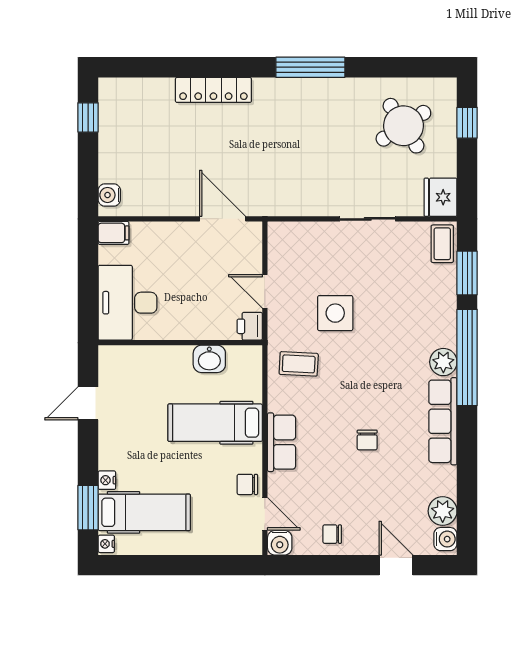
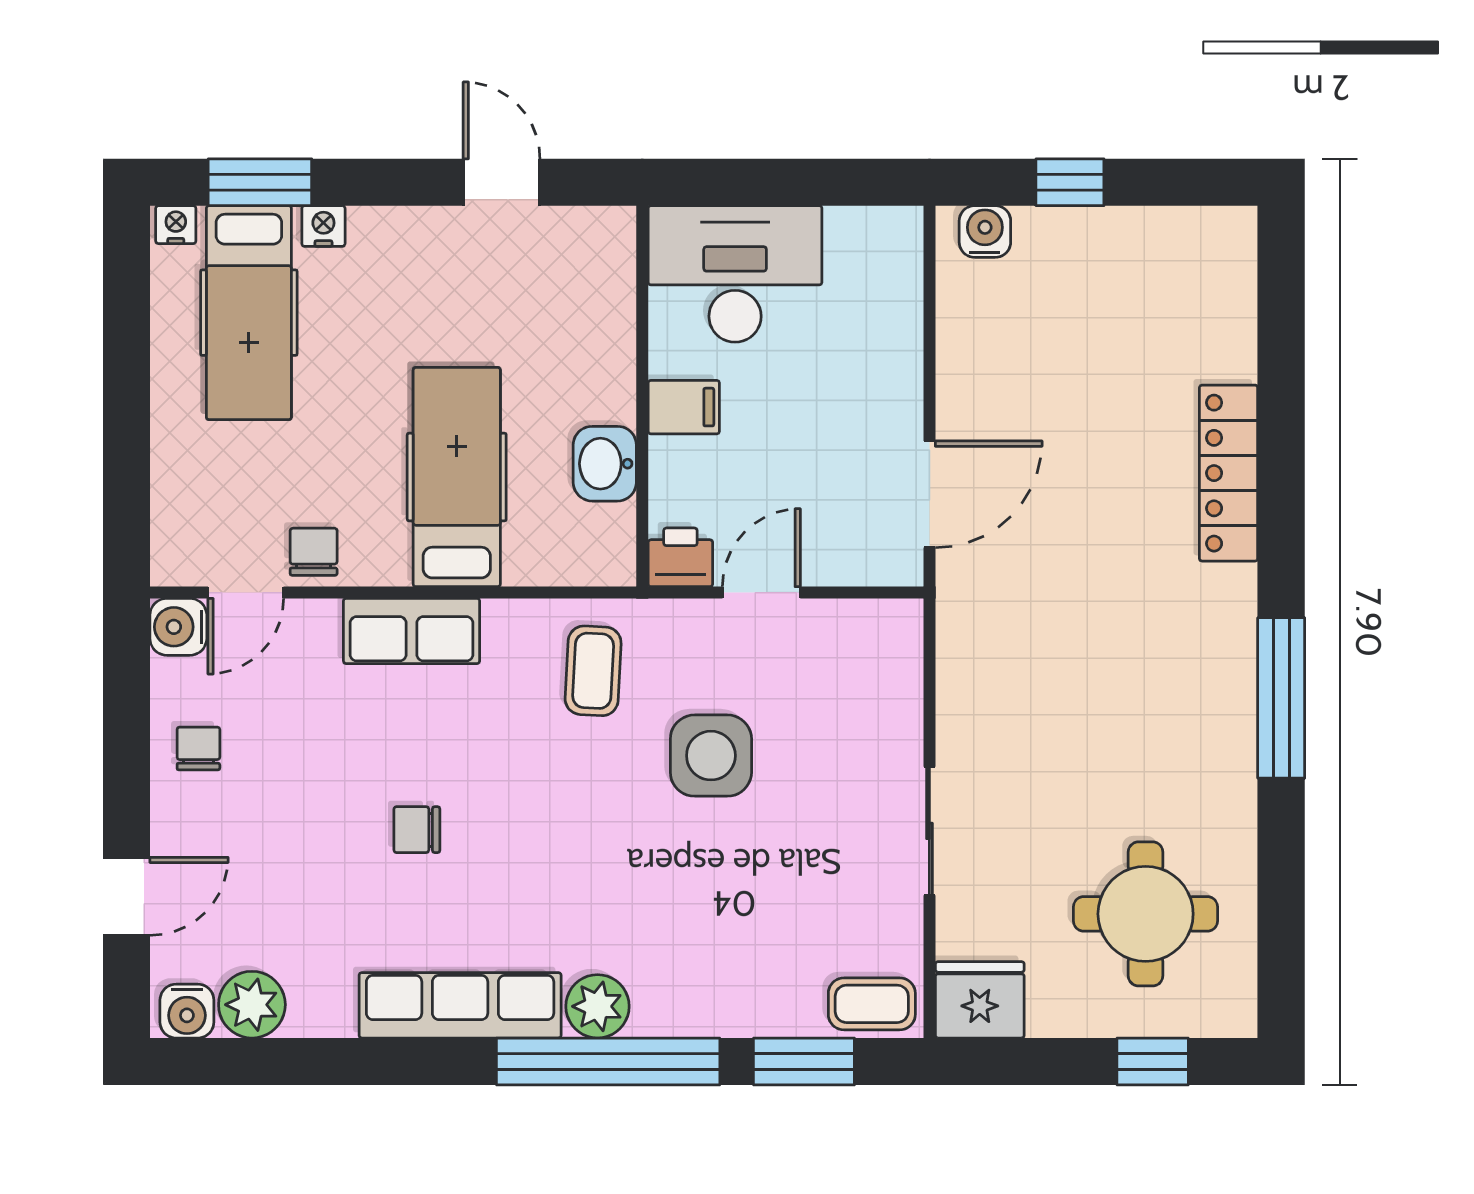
window: (88, 117) -> (1070, 182), moved
round table: (403, 126) -> (1146, 914), turned 33
filing cabinet: (113, 233) -> (684, 407), moved, turned -90

